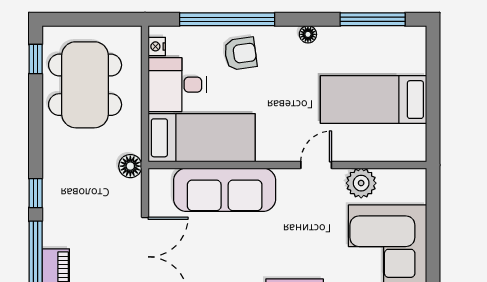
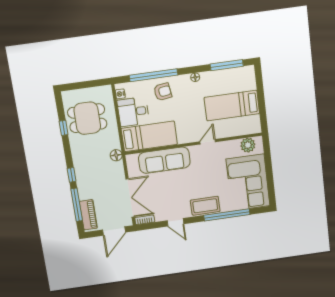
window: (36, 59) -> (64, 128), moved
dining table: (85, 85) -> (87, 118), width x0.73
plant: (361, 183) -> (248, 145), moved

